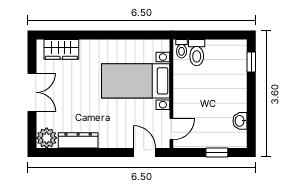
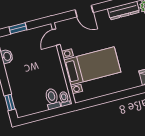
door: (145, 153) -> (84, 11), moved

